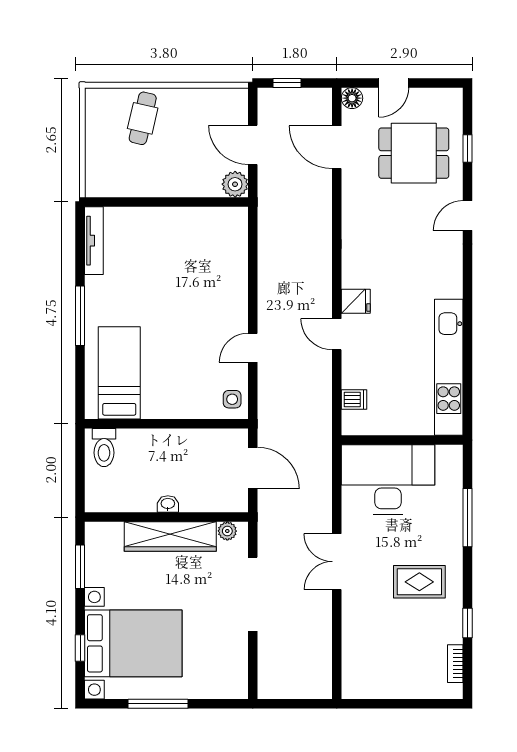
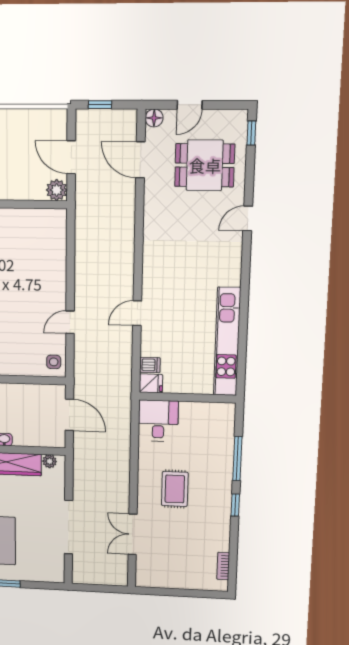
window: (467, 148) -> (251, 133), moved
fridge: (356, 301) -> (151, 383), moved
door: (337, 334) -> (137, 313), hinge flipped
desk: (388, 480) -> (158, 421), width x0.53, depth x0.77
double door: (337, 562) -> (133, 534), moved
rug: (419, 582) -> (175, 489), moved, turned 90
doorway: (253, 594) -> (69, 527), moved
window: (467, 623) -> (235, 505), moved

